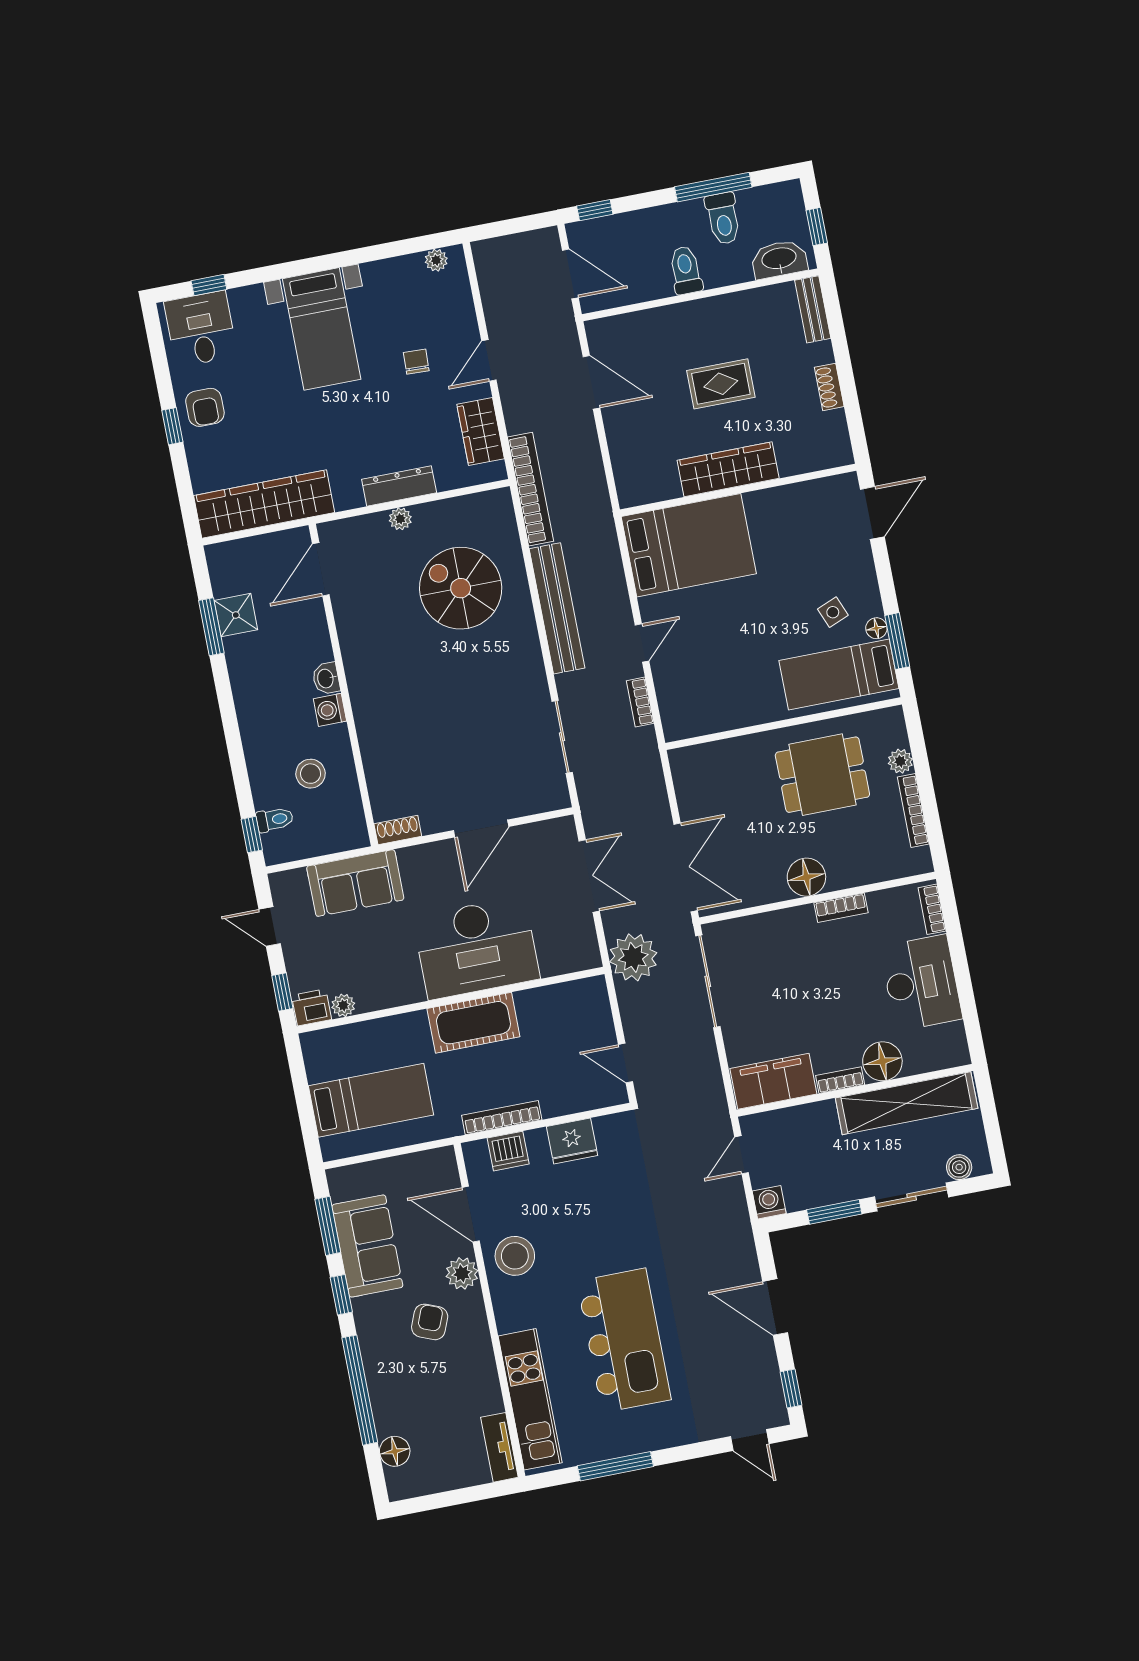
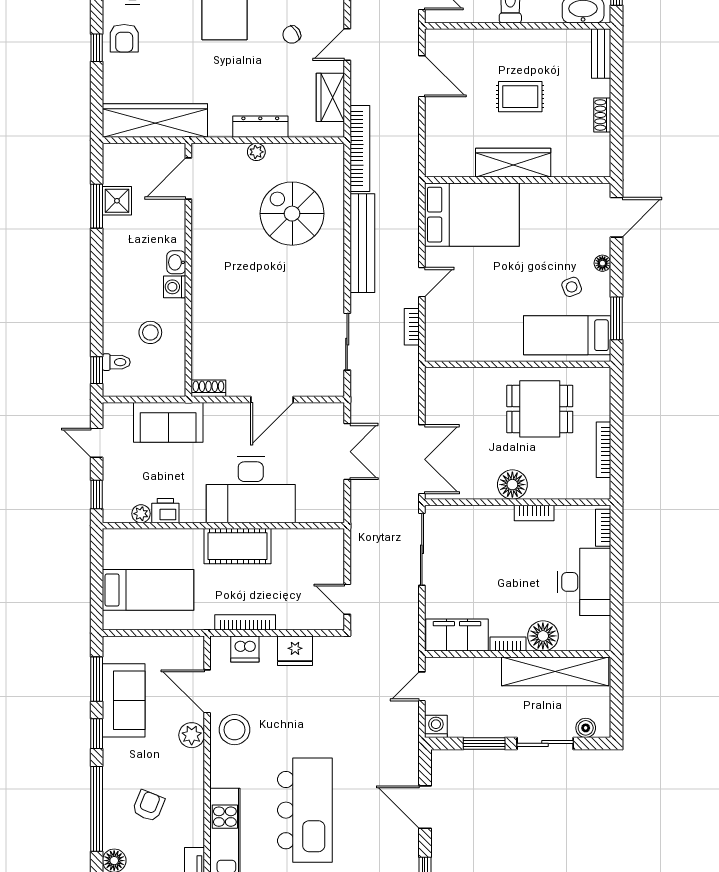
chair: (416, 362) -> (292, 35), turned -124
floor lamp: (876, 628) -> (602, 263), moved
plant: (900, 761) -> (601, 410), removed
plant: (633, 957) -> (369, 520), removed
printer: (312, 1007) -> (165, 511), moved
armchair: (430, 1322) -> (148, 806), moved

